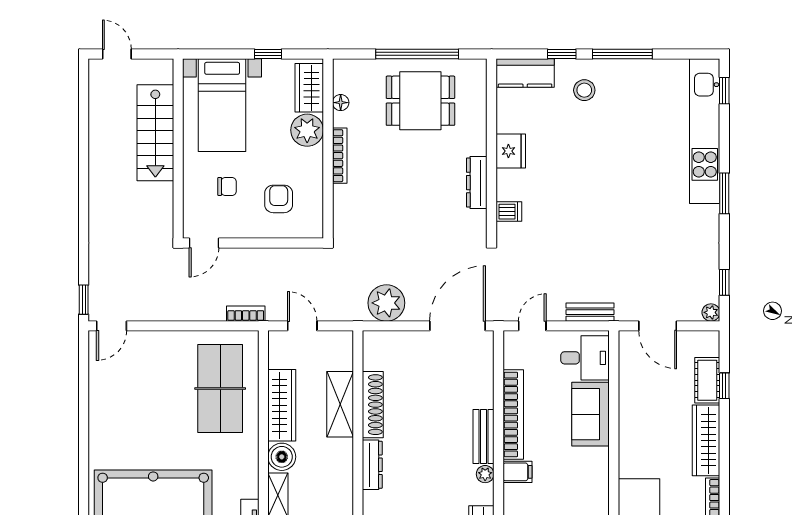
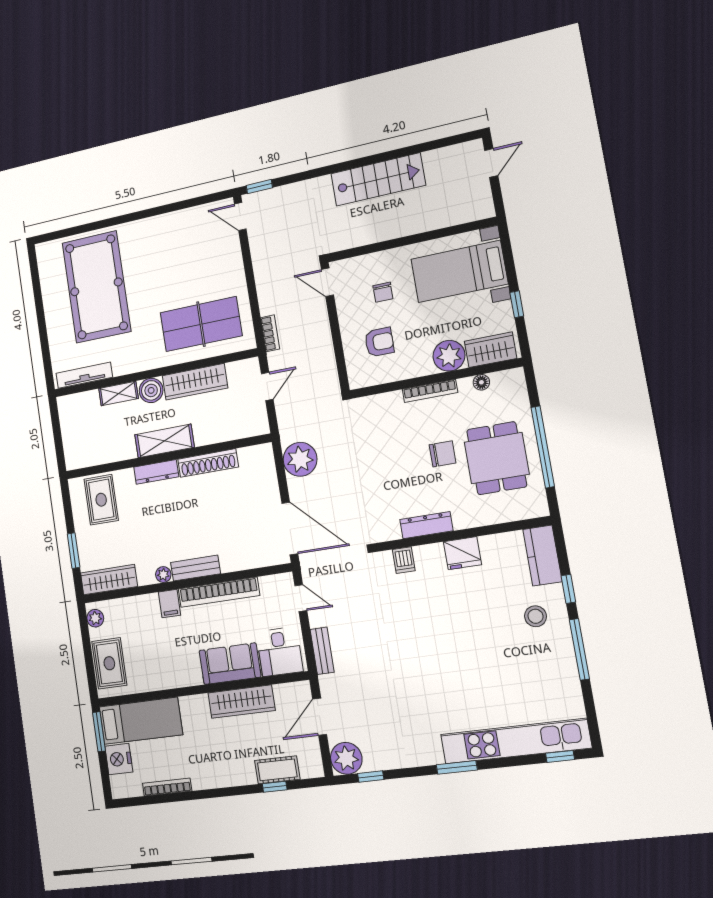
stairs: (155, 133) -> (378, 179), moved, turned 180
chair: (407, 154) -> (443, 454), added
plant: (711, 312) -> (346, 758), width x1.88, depth x1.88
shelving: (340, 404) -> (164, 441), moved
wardrobe: (706, 440) -> (241, 702), moved, turned 180

